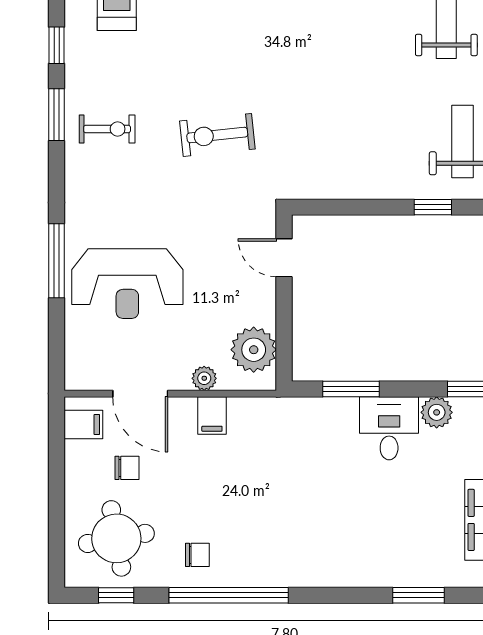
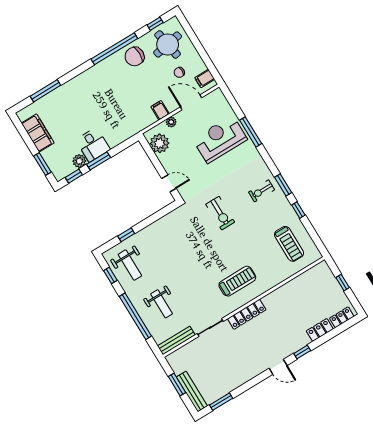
exercise bike: (217, 135) -> (220, 213), turned 96
window: (351, 389) -> (99, 161), moved
chair: (197, 555) -> (135, 56), width x1.87, depth x1.87
window: (419, 595) -> (45, 91), width x1.44

